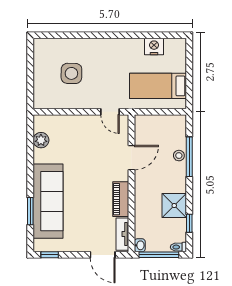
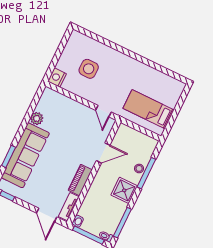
nightstand: (154, 46) -> (57, 78), moved, turned -90
plant: (41, 140) -> (37, 118), moved
shower: (174, 206) -> (124, 190), moved
window: (189, 223) -> (122, 223), width x2.17

